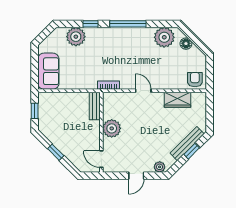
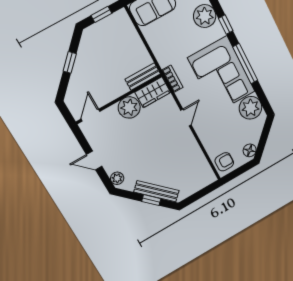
floor lamp: (186, 44) -> (250, 150), moved
corner sofa: (126, 47) -> (222, 75), added
wardrobe: (177, 100) -> (153, 92), moved, turned -90

